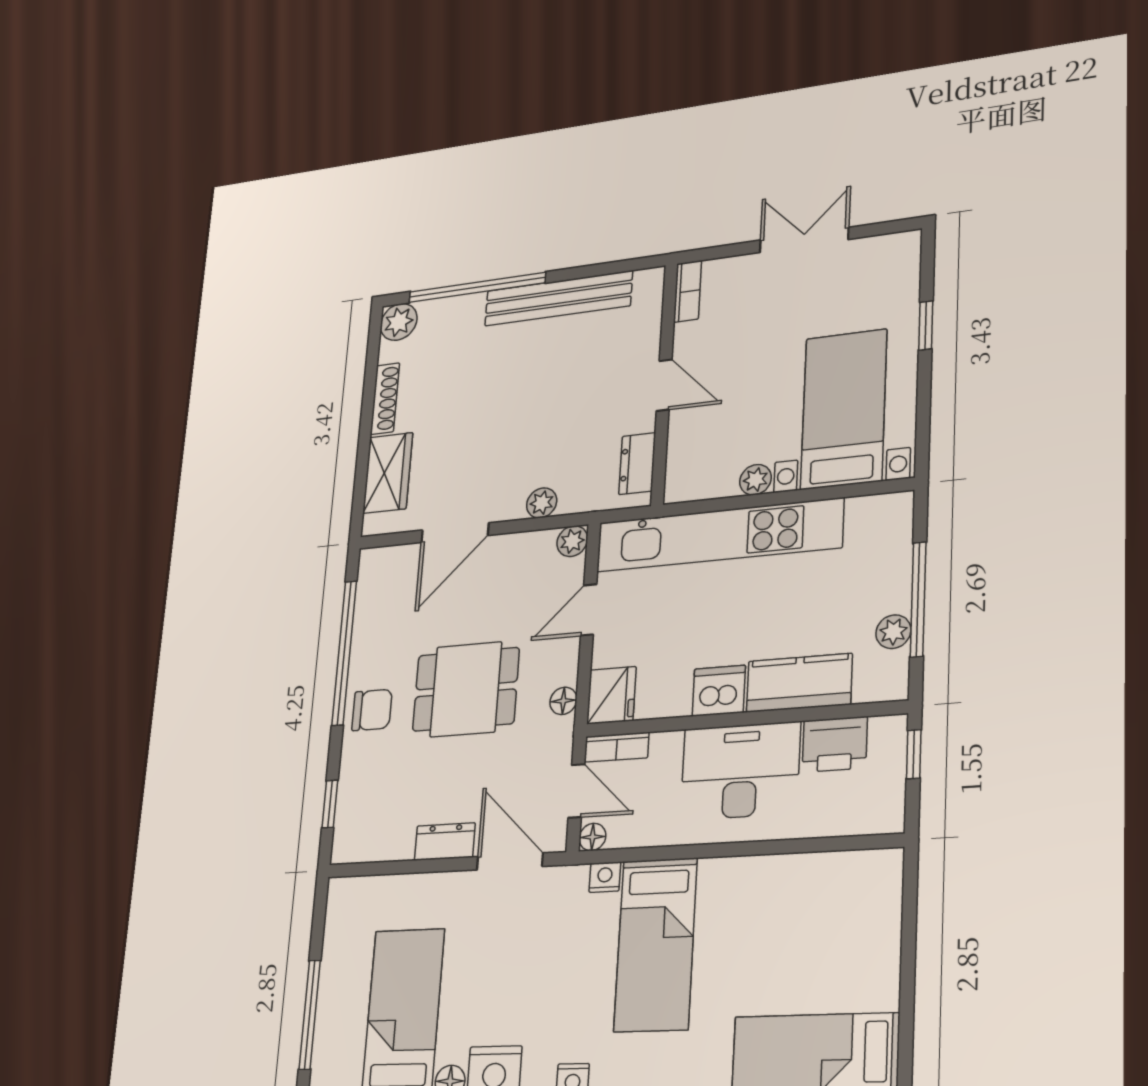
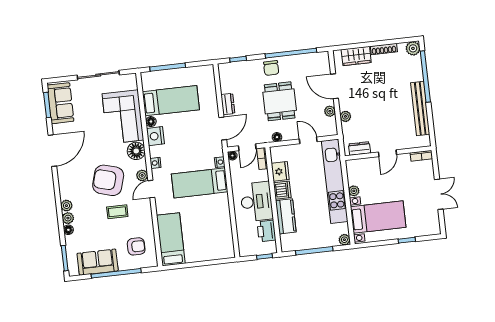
plant: (572, 541) -> (330, 111), moved
plant: (893, 632) -> (344, 240), moved
fridge: (611, 695) -> (280, 171), moved, turned -90

